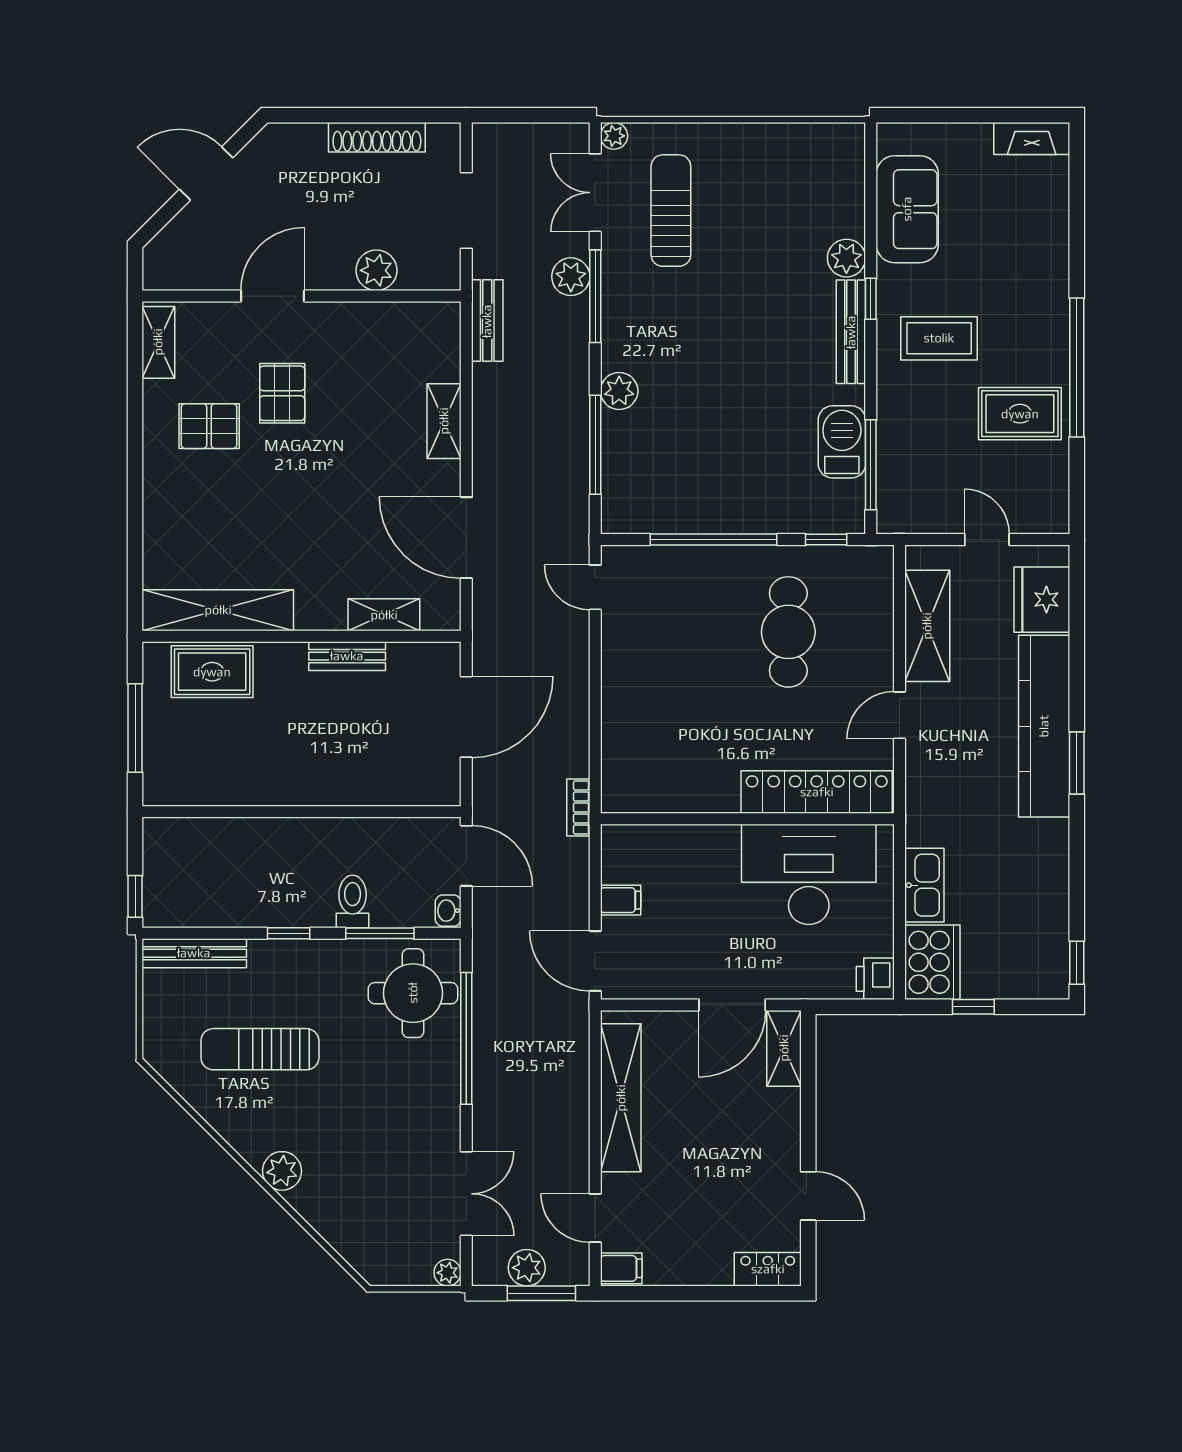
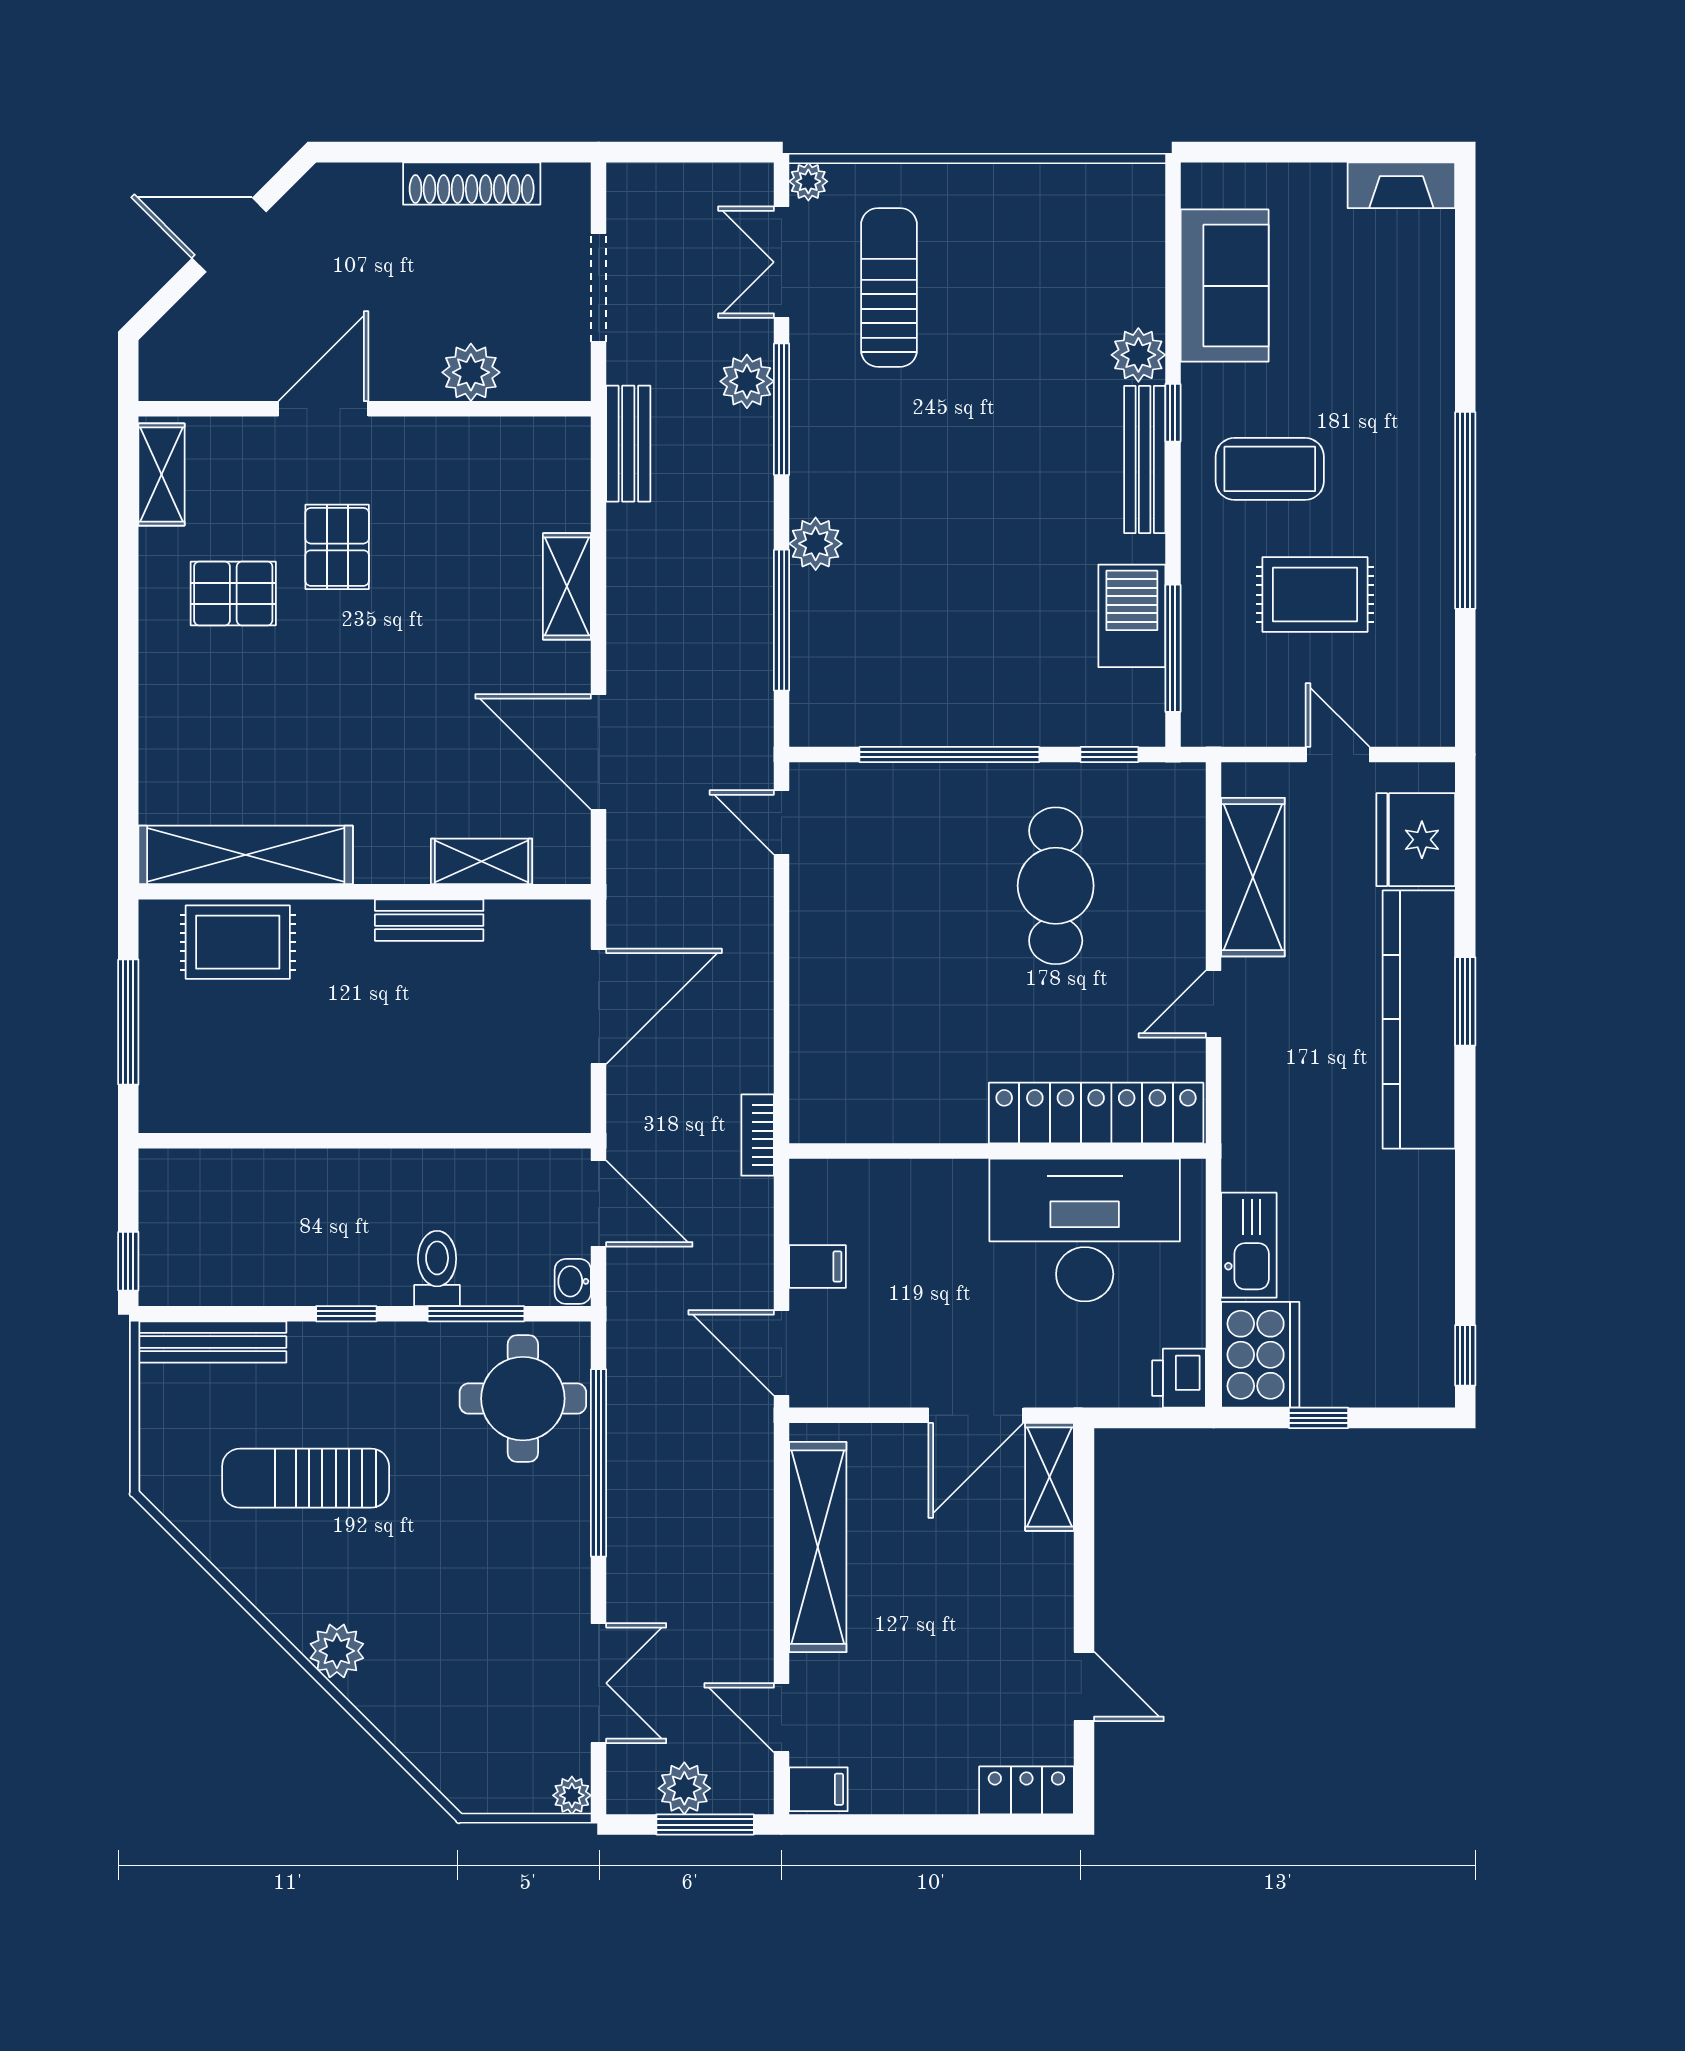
rug: (1020, 414) -> (1315, 595), moved
window: (1077, 763) -> (1465, 1001), moved

